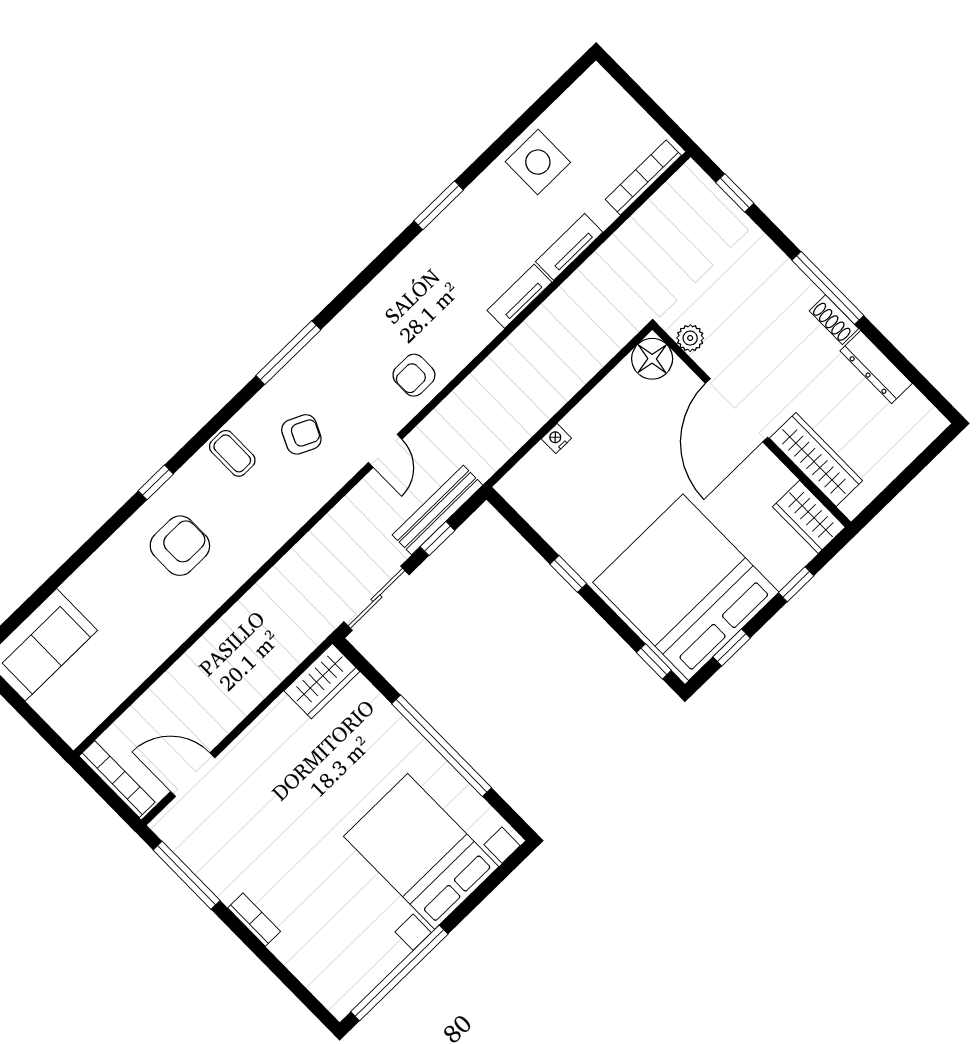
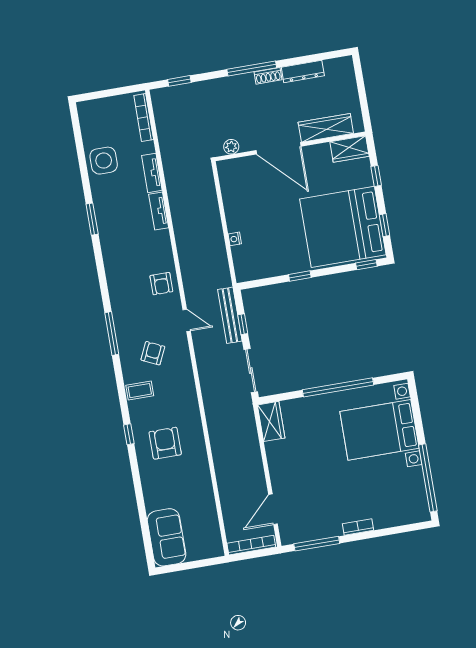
floor lamp: (652, 359) -> (229, 170), removed

